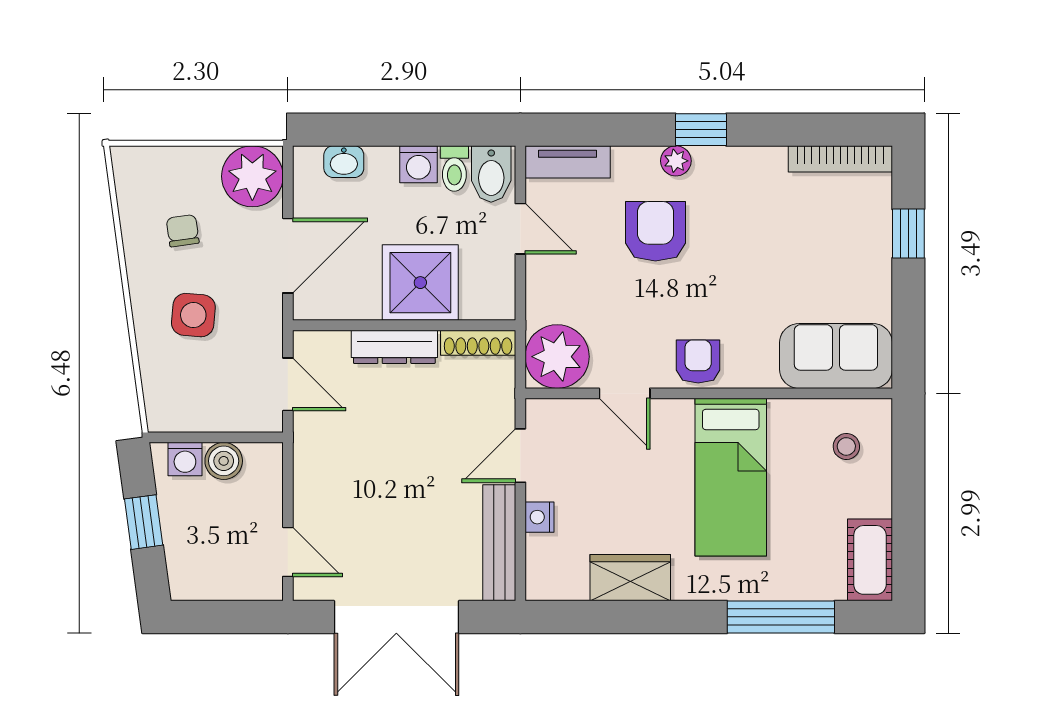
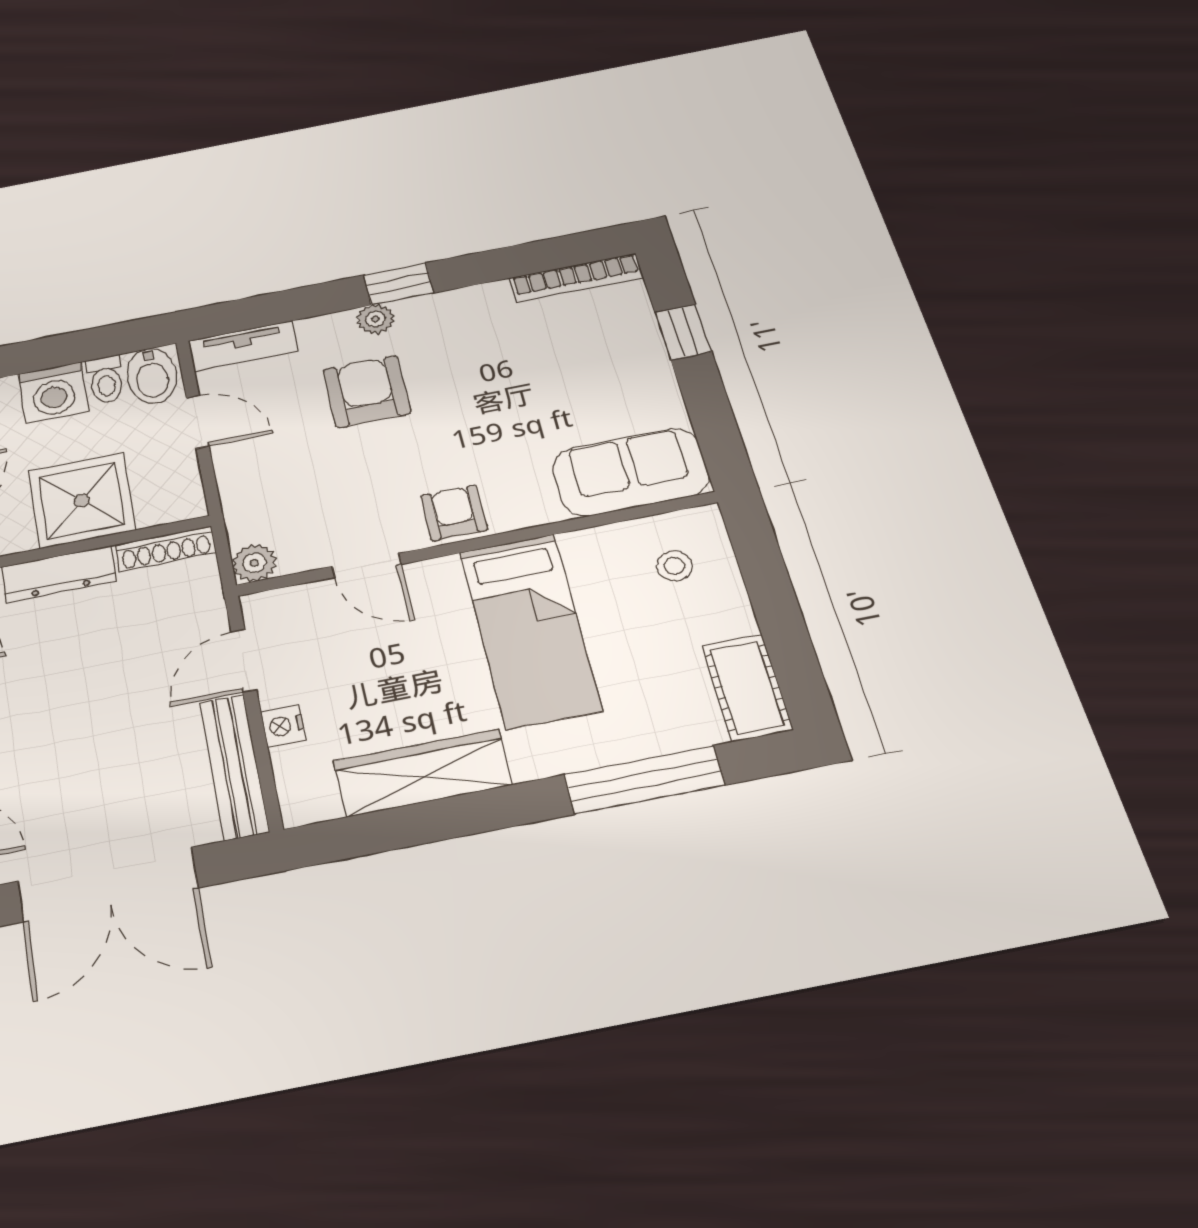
washing machine: (418, 164) -> (53, 392), width x1.38, depth x1.38
plant: (557, 357) -> (254, 563), width x0.53, depth x0.53
wardrobe: (630, 578) -> (423, 773), width x1.50

